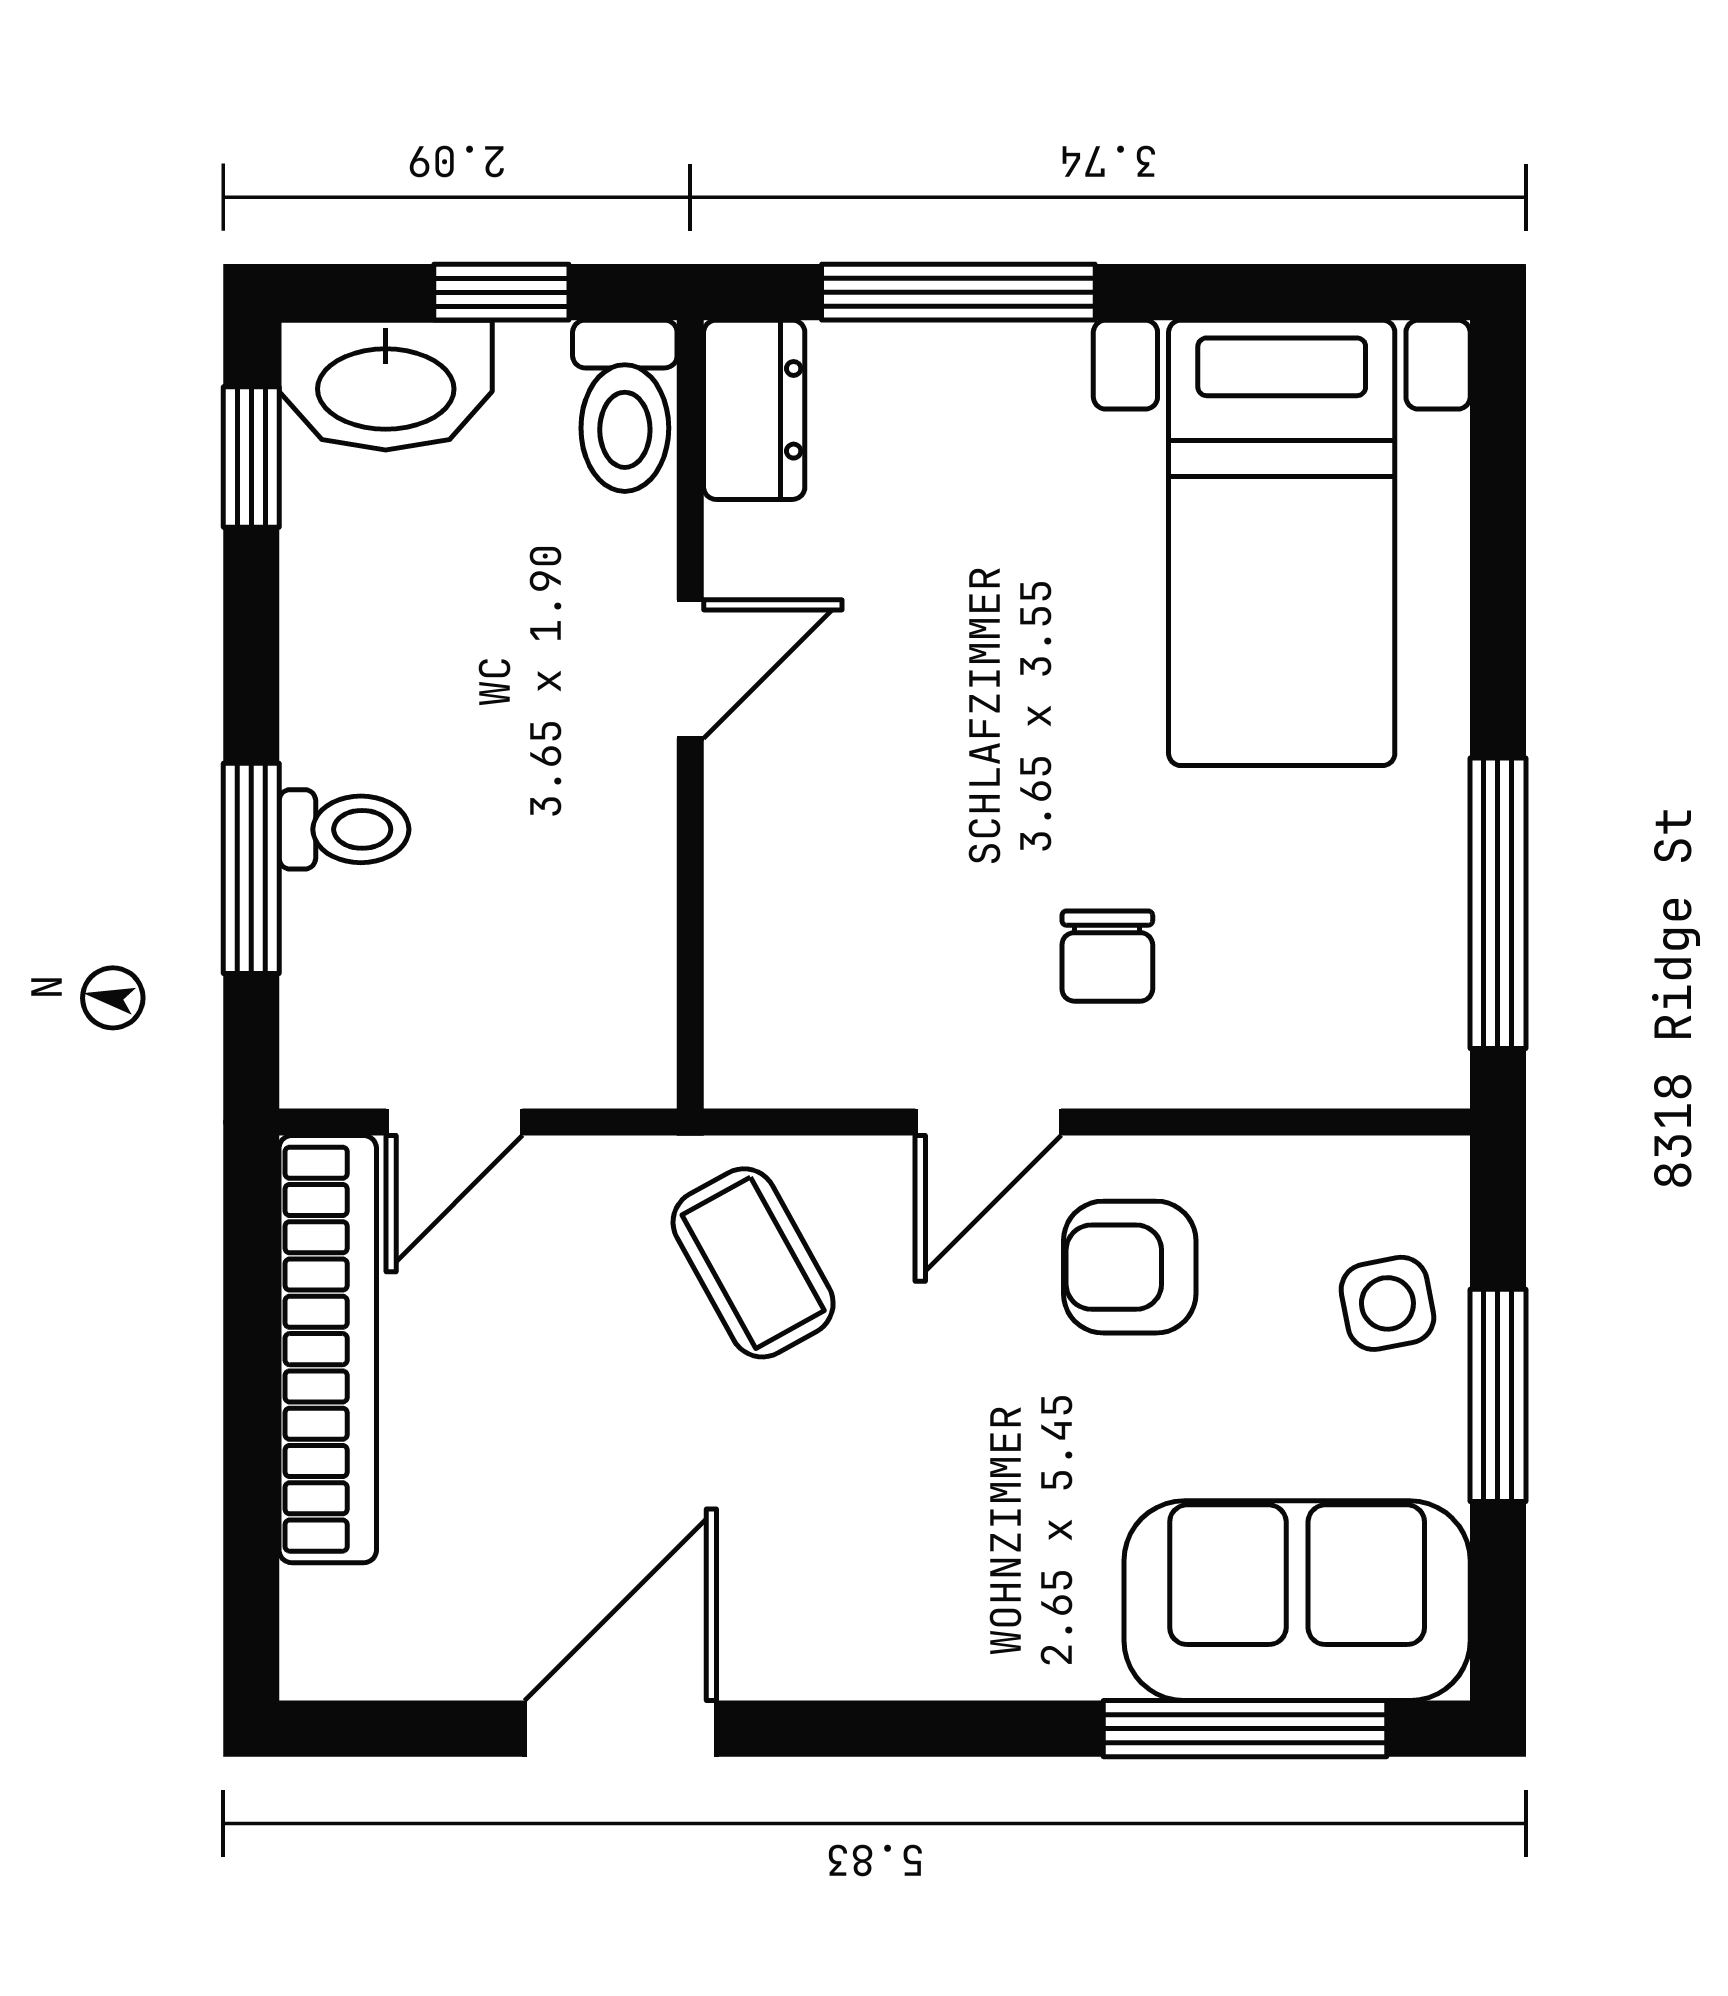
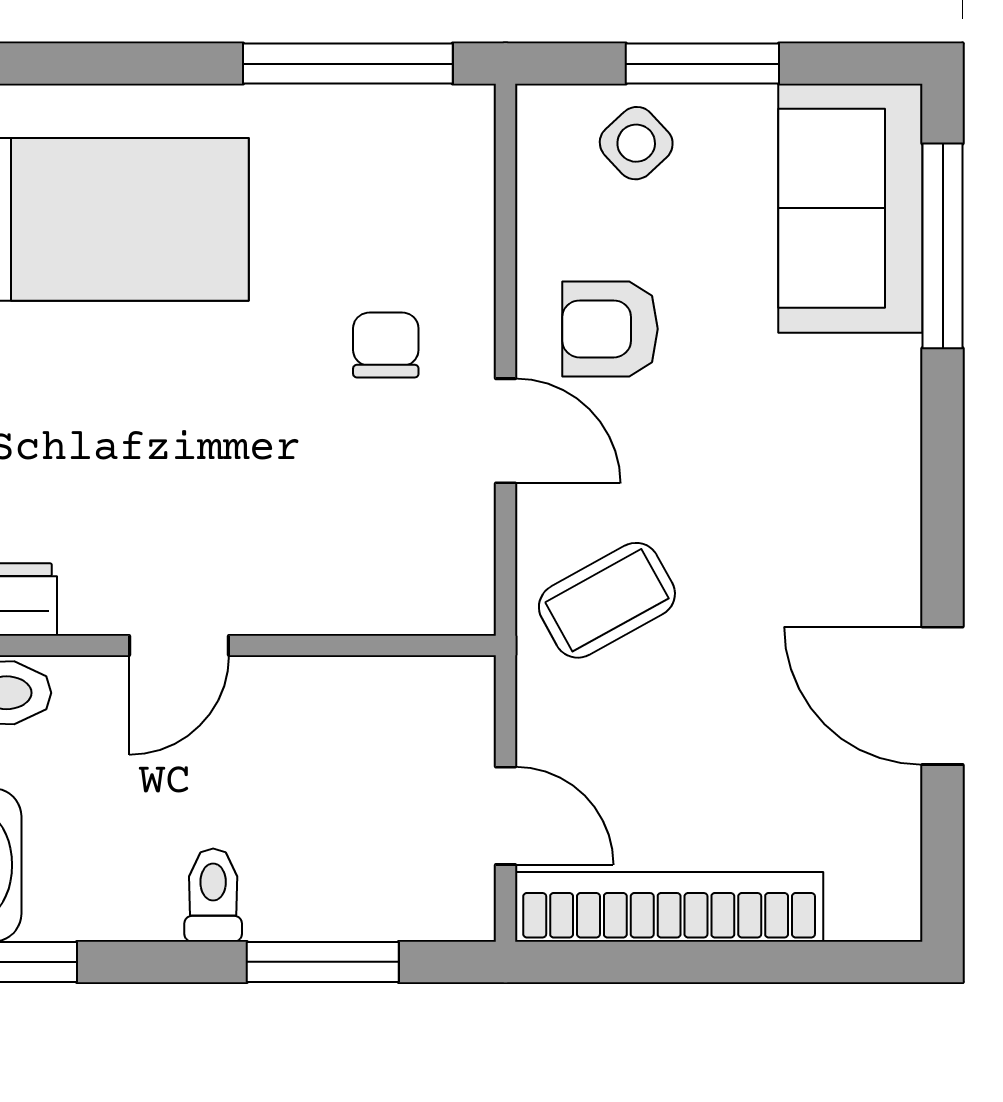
door: (690, 669) -> (179, 646), swing flipped
toilet: (344, 829) -> (213, 895), moved
chair: (1107, 956) -> (386, 345), turned -90
armchair: (1130, 1267) -> (610, 329), turned 90
side table: (1387, 1303) -> (636, 143), turned -32

